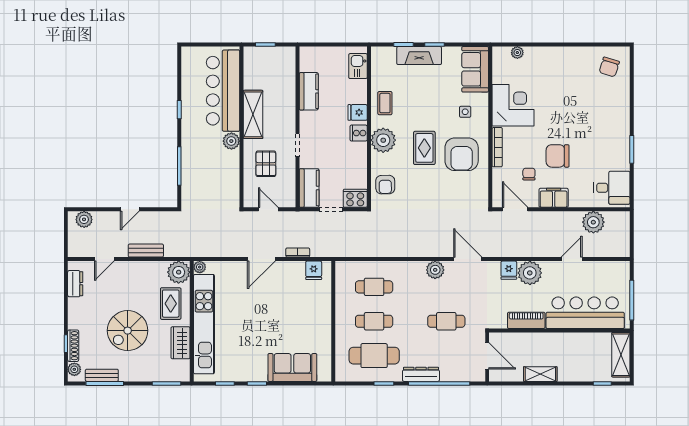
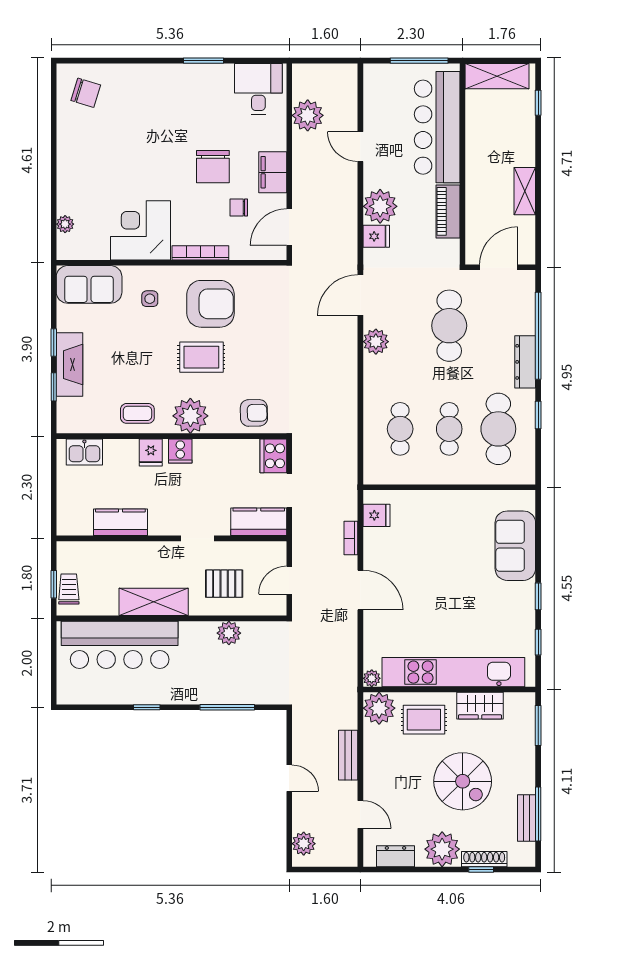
trolley: (262, 55) -> (69, 589), added
plant: (231, 141) -> (229, 633), moved
cafe table: (446, 321) -> (449, 326), width x1.37, depth x1.35
plant: (74, 369) -> (442, 849), moved, width x1.87, depth x1.87

